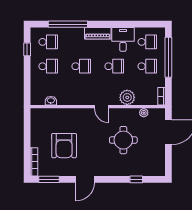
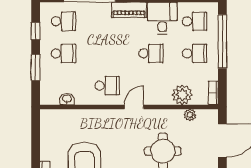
school desk: (81, 66) -> (107, 86), moved
window: (27, 77) -> (36, 68), added
plant: (127, 97) -> (182, 95), moved
door: (102, 107) -> (134, 107), swing flipped

